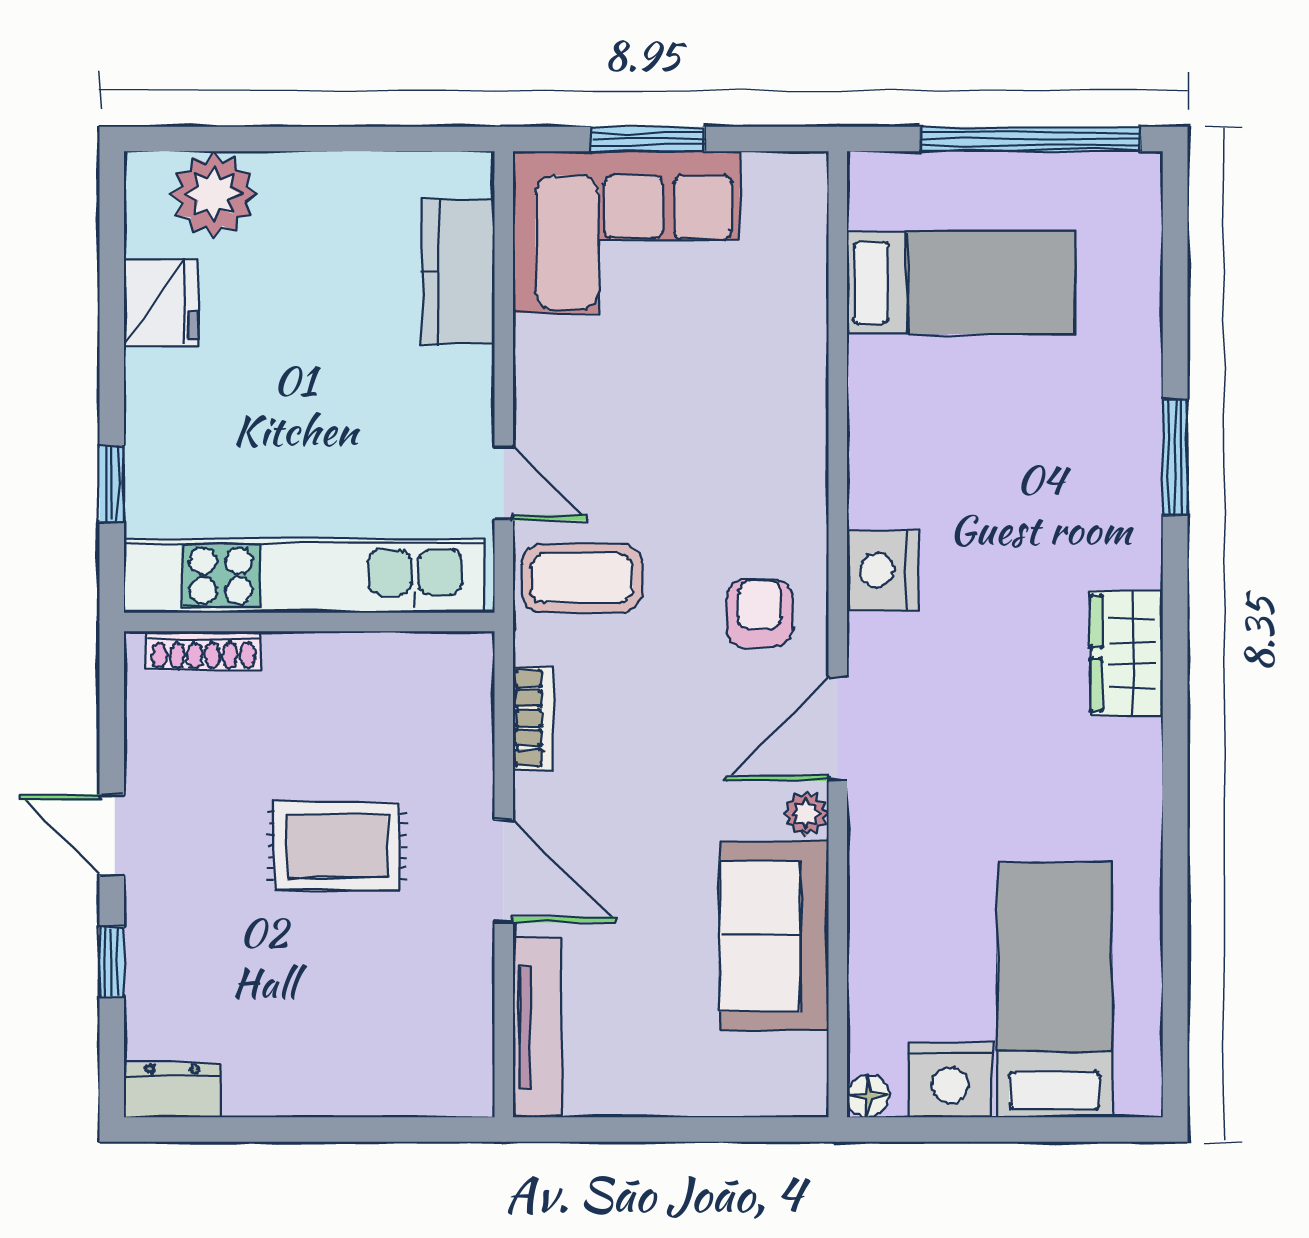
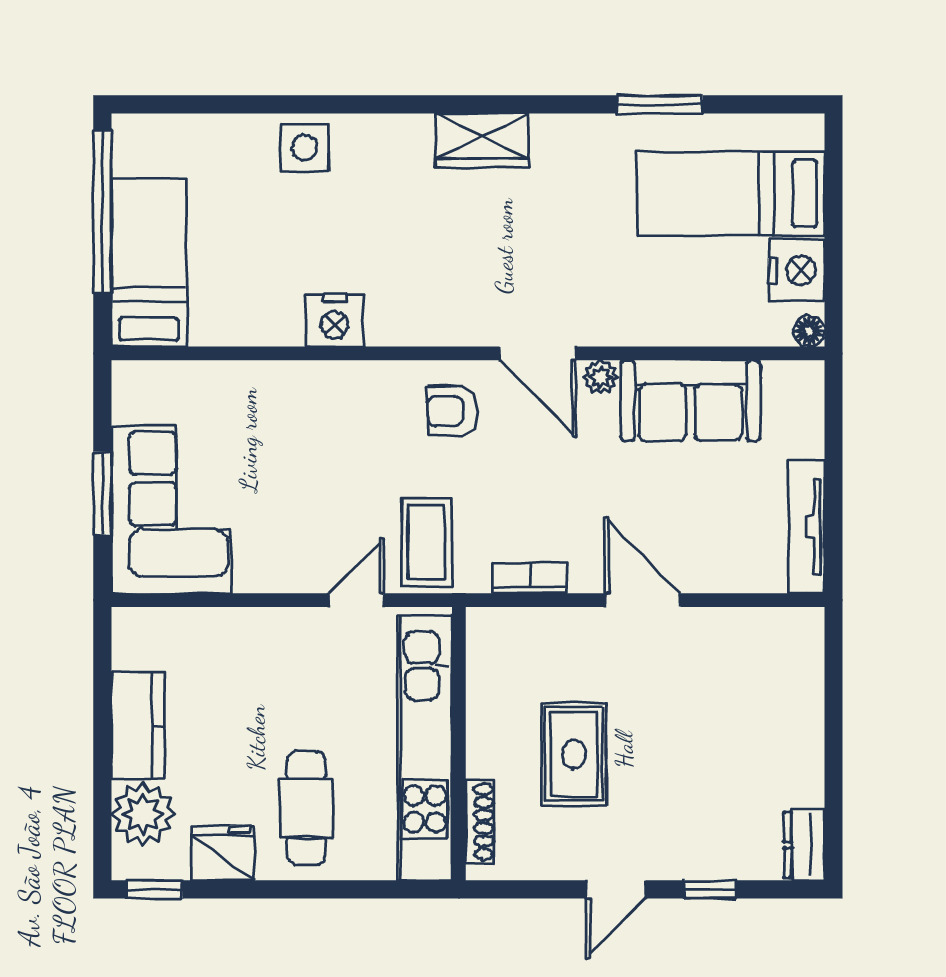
kitchen counter: (458, 271) -> (138, 725), moved, turned -90
bed: (961, 283) -> (149, 263), moved
side table: (1117, 412) -> (304, 148), added
cafe table: (222, 415) -> (306, 808), added
window: (1175, 457) -> (660, 104), moved
window: (112, 484) -> (155, 889), moved
nightstand: (882, 570) -> (335, 321), moved
rug: (337, 846) -> (574, 754), moved
door: (504, 871) -> (643, 600), hinge flipped
tv unit: (537, 1027) -> (807, 527), moved, turned -90

